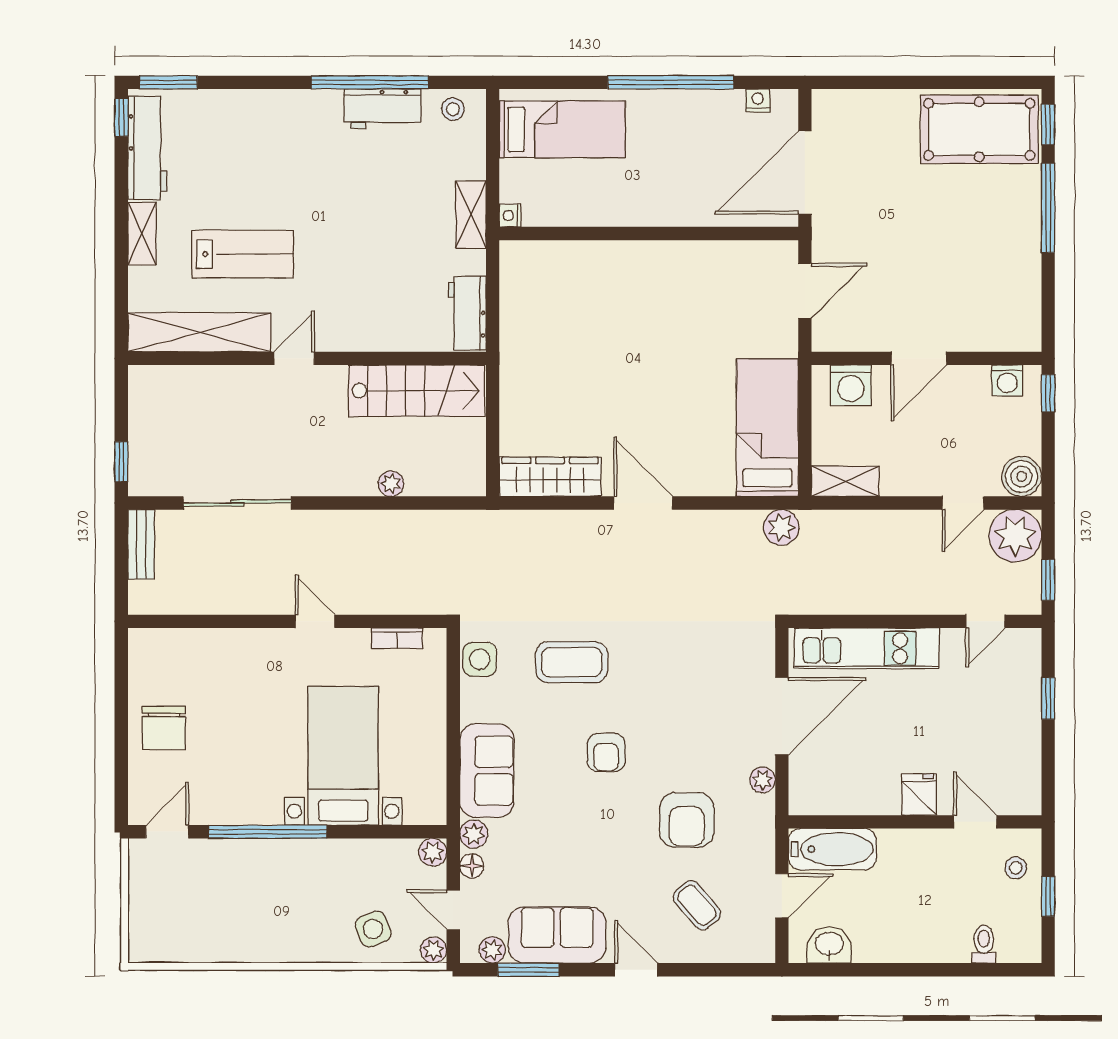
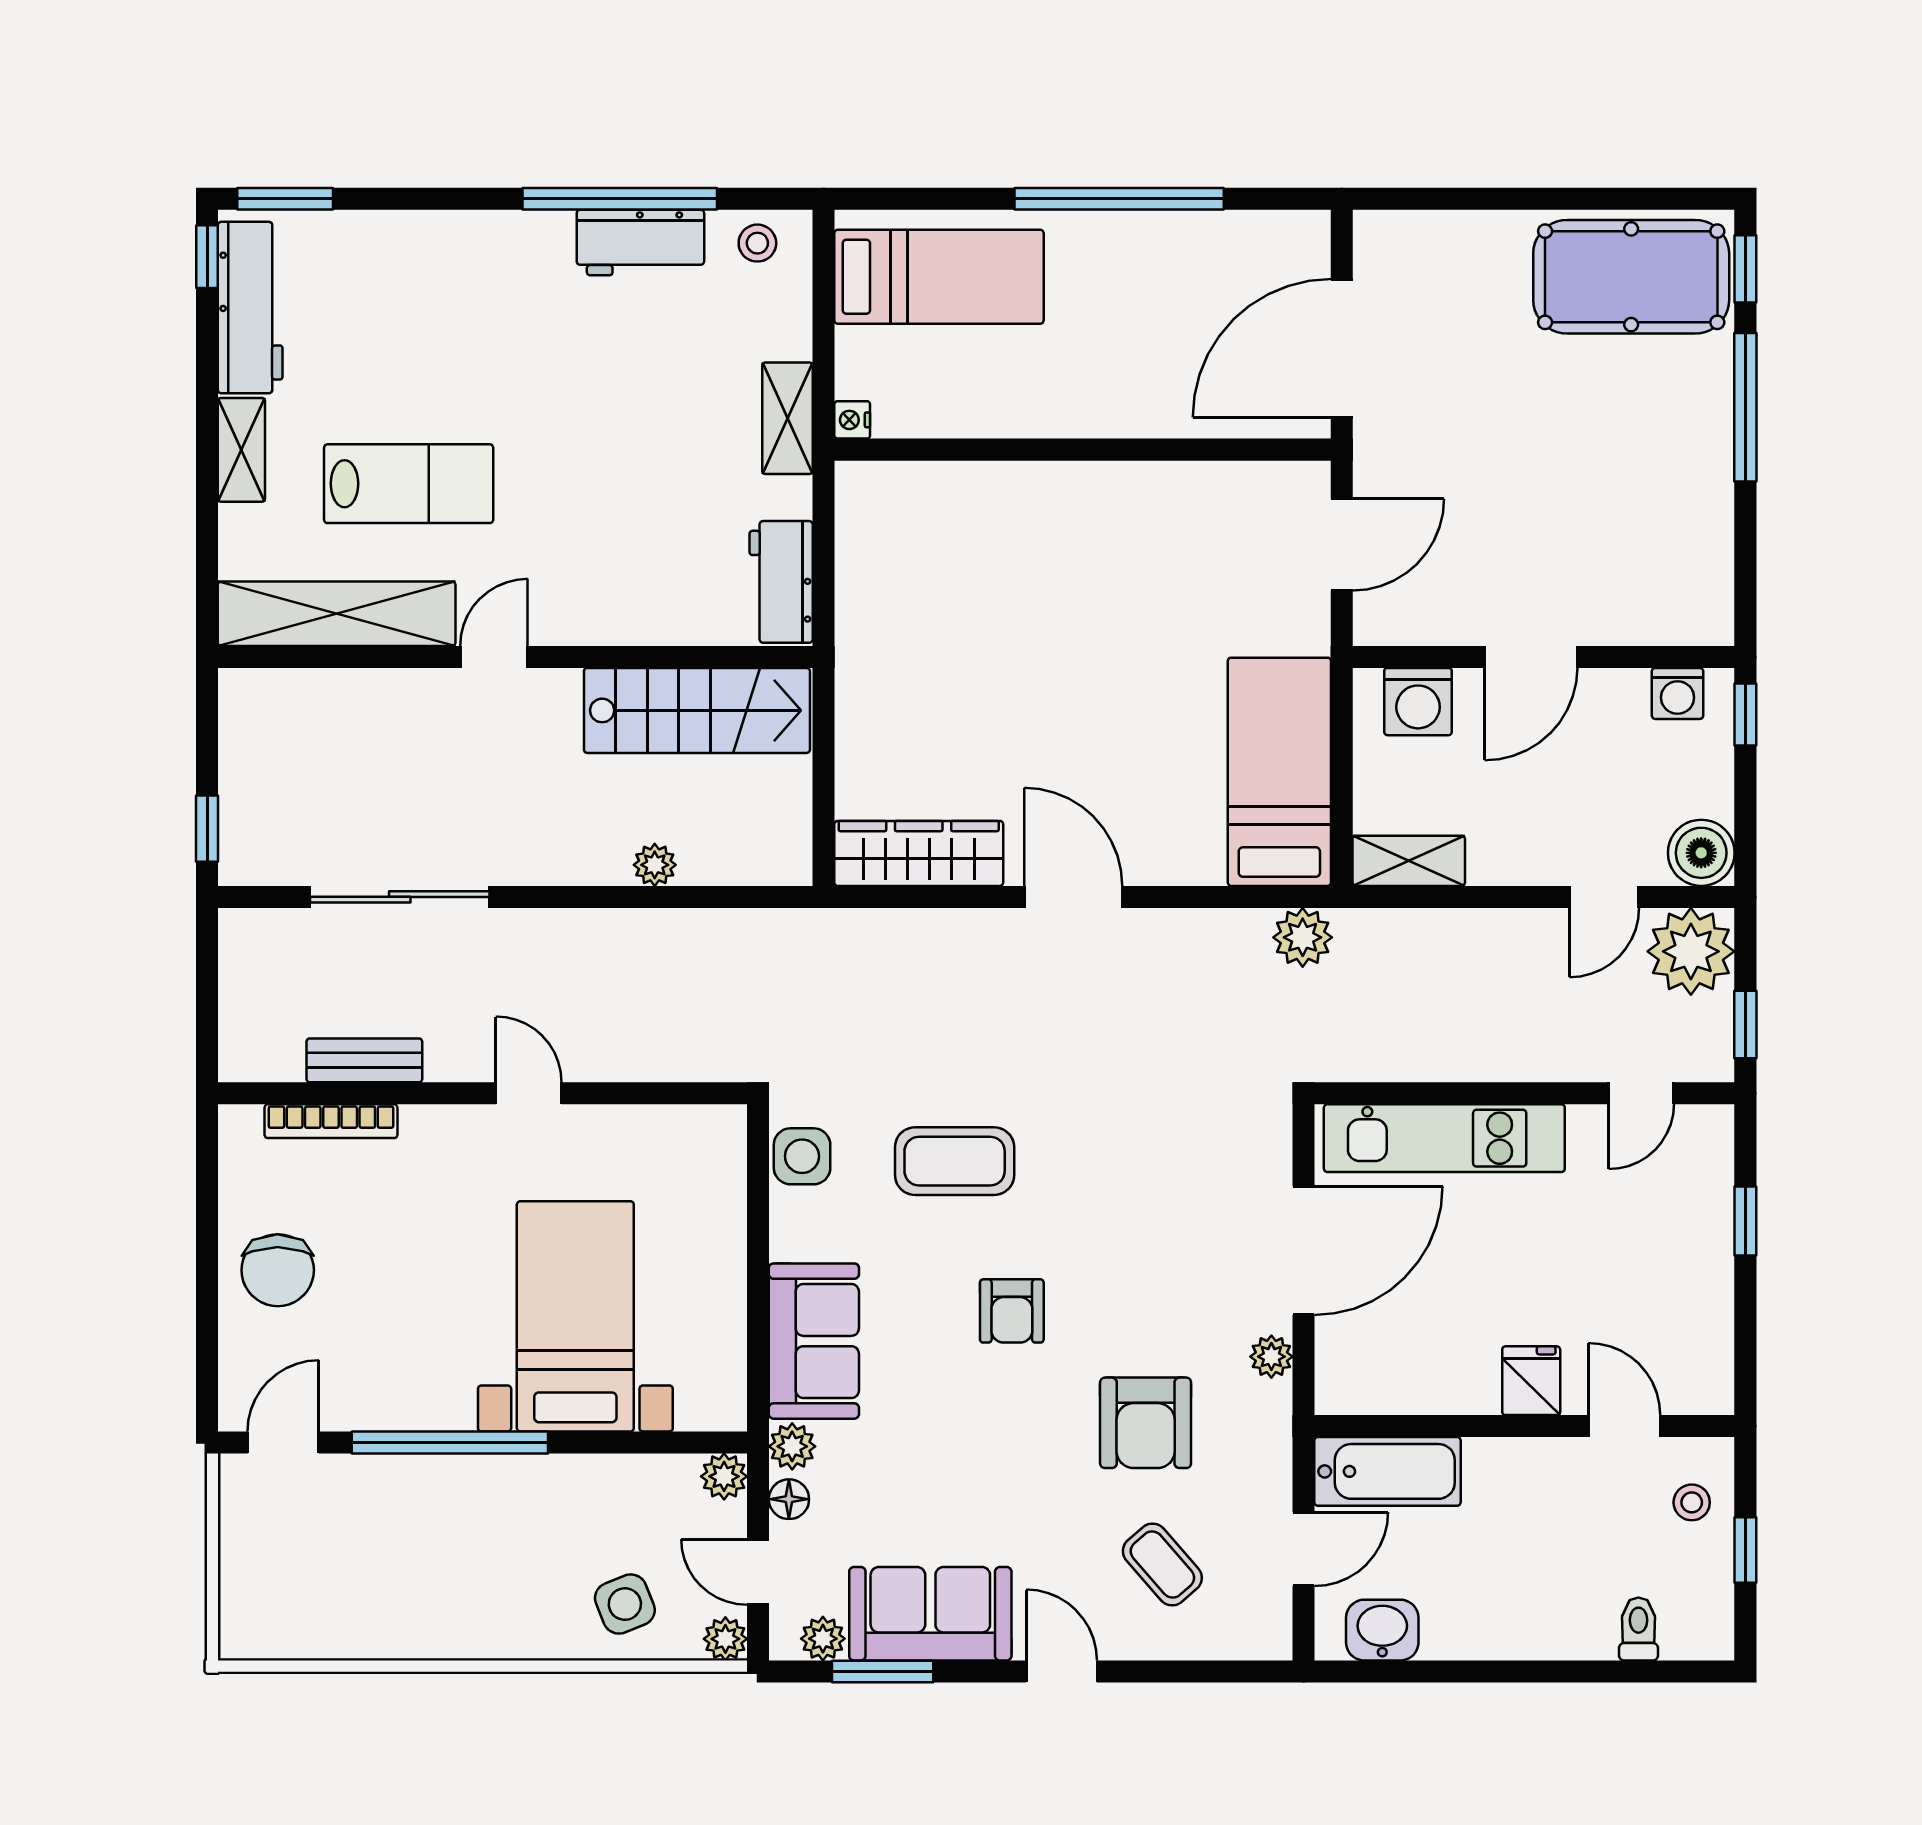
nightstand: (758, 100) -> (1263, 229), removed
bench: (141, 544) -> (364, 1060), moved, turned 90
bookcase: (397, 638) -> (331, 1121), moved, width x1.56

